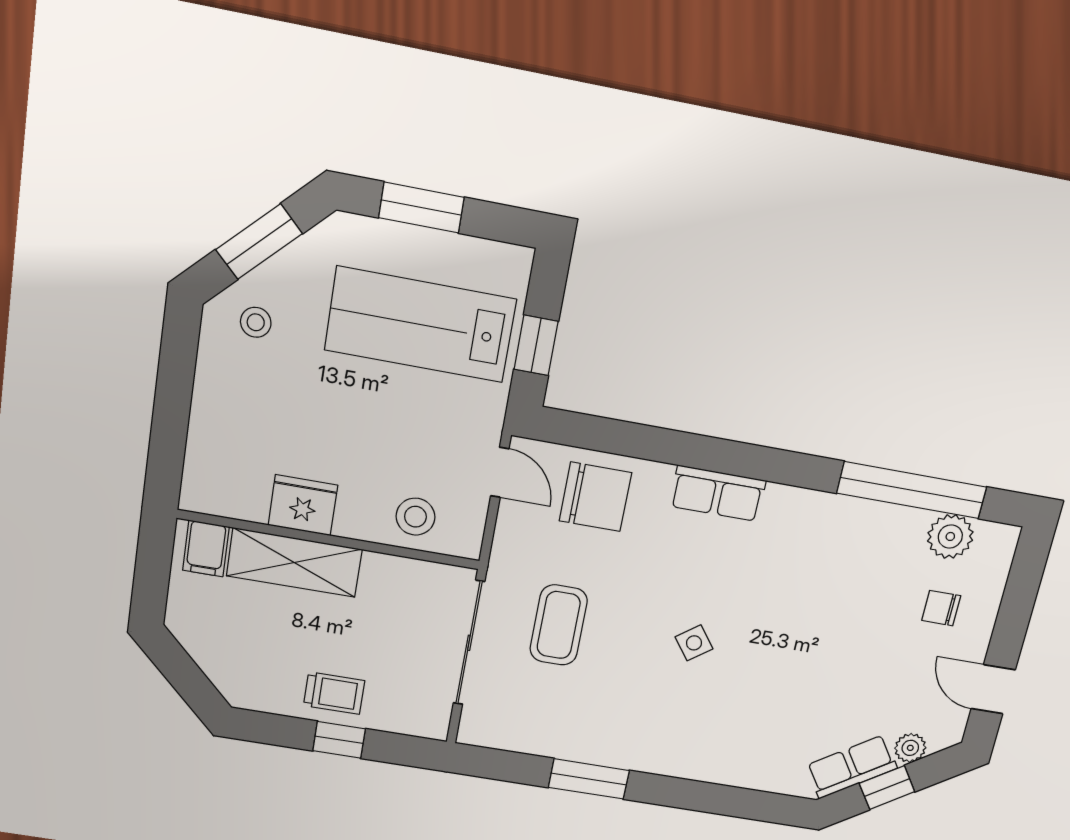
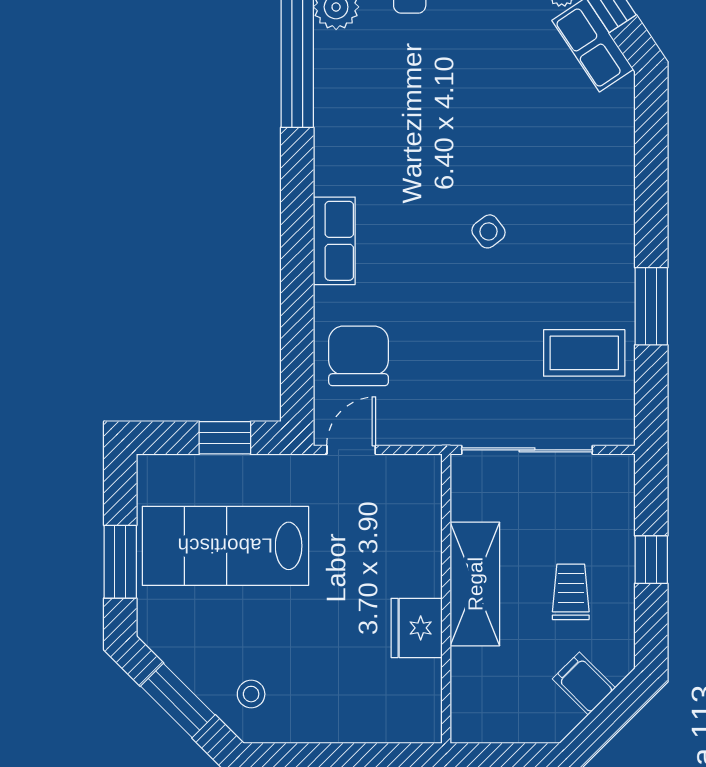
lab bench: (420, 325) -> (225, 546), turned 90
stool: (415, 517) -> (409, 521), removed
filing cabinet: (206, 549) -> (584, 683), moved, turned -135
shelving: (294, 563) -> (475, 584), moved
coffee table: (559, 625) -> (584, 353), moved
trolley: (334, 693) -> (571, 592), moved

